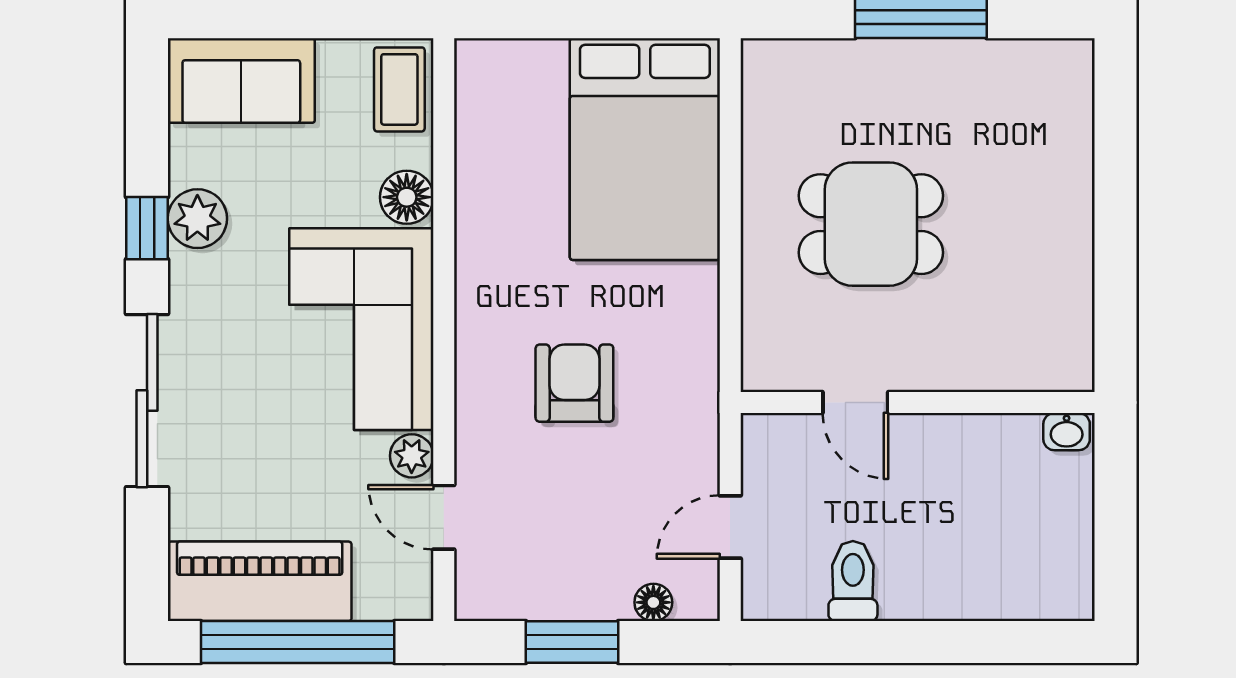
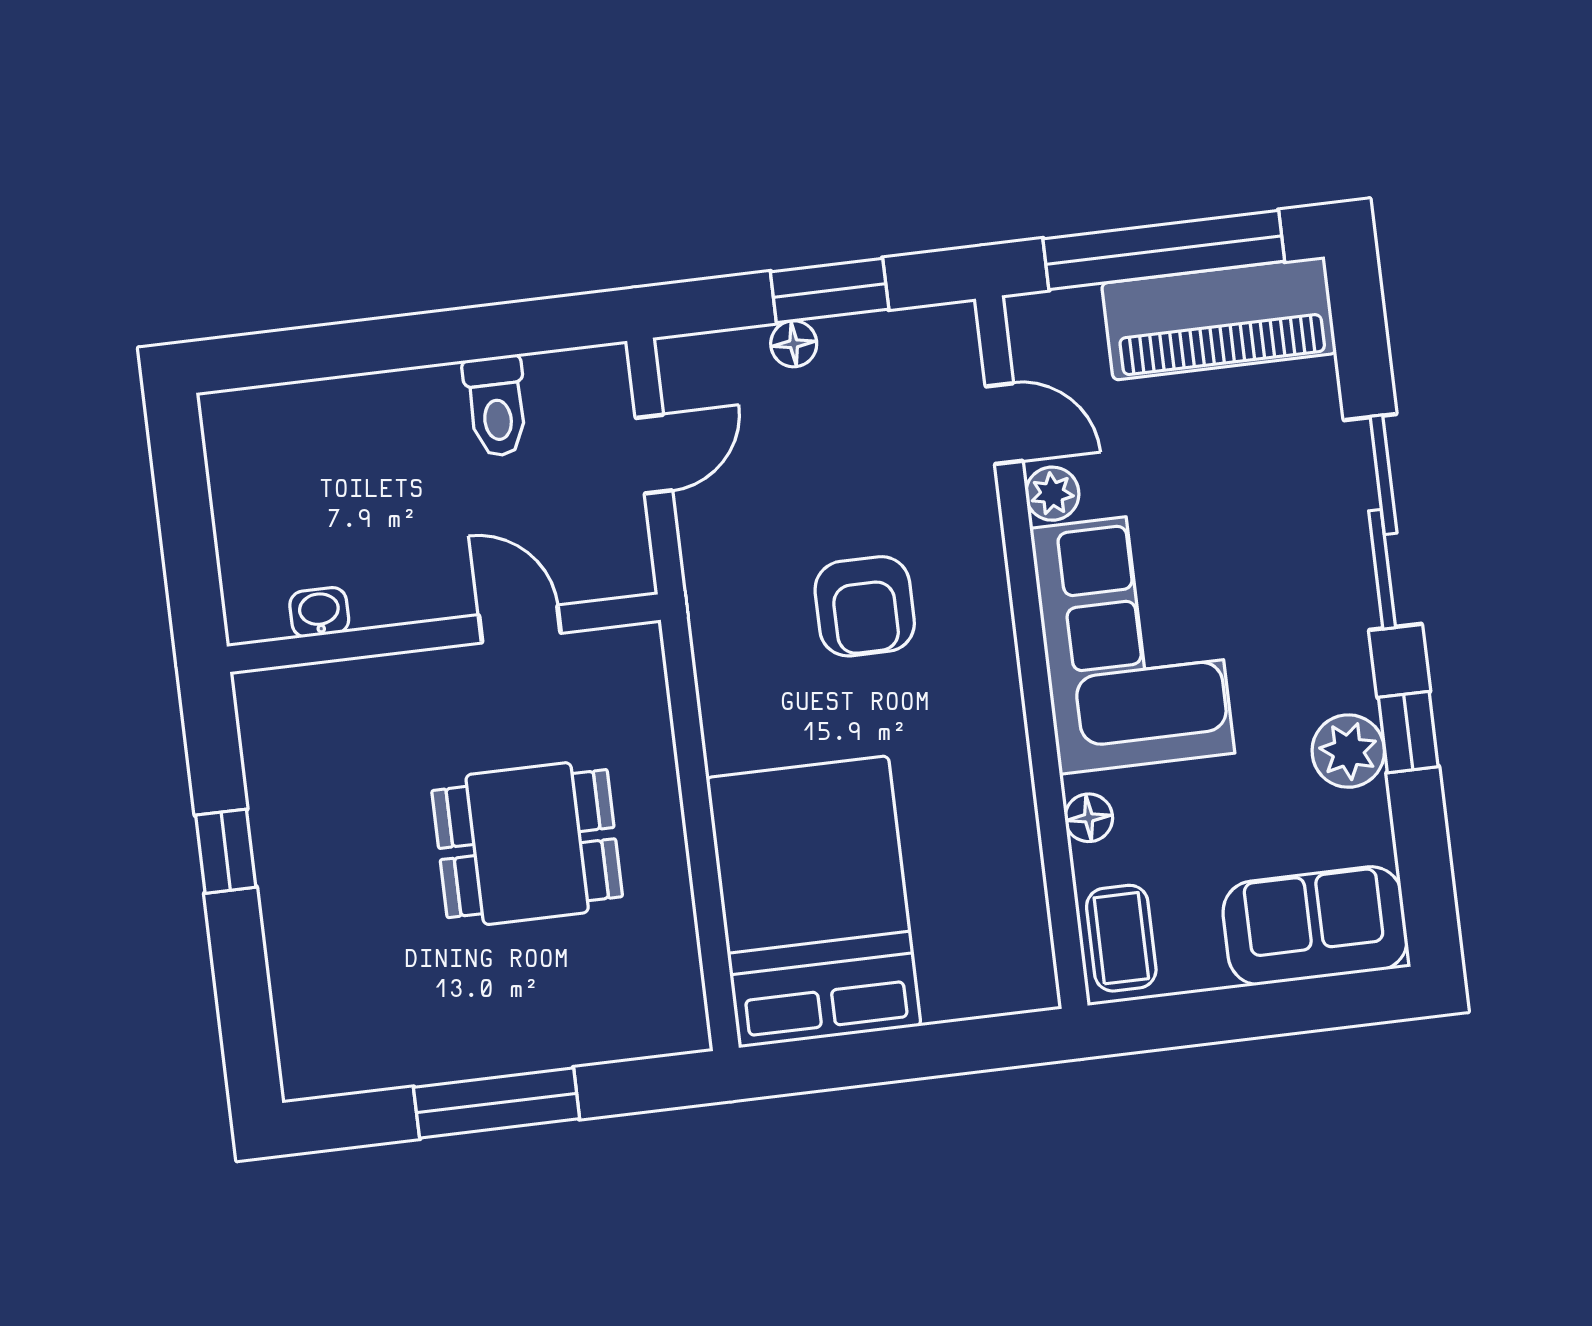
floor lamp: (407, 197) -> (1089, 818), width x0.73, depth x0.73
window: (1115, 247) -> (226, 851), added
washbasin: (1067, 432) -> (319, 612), moved
floor lamp: (653, 602) -> (794, 344), moved

